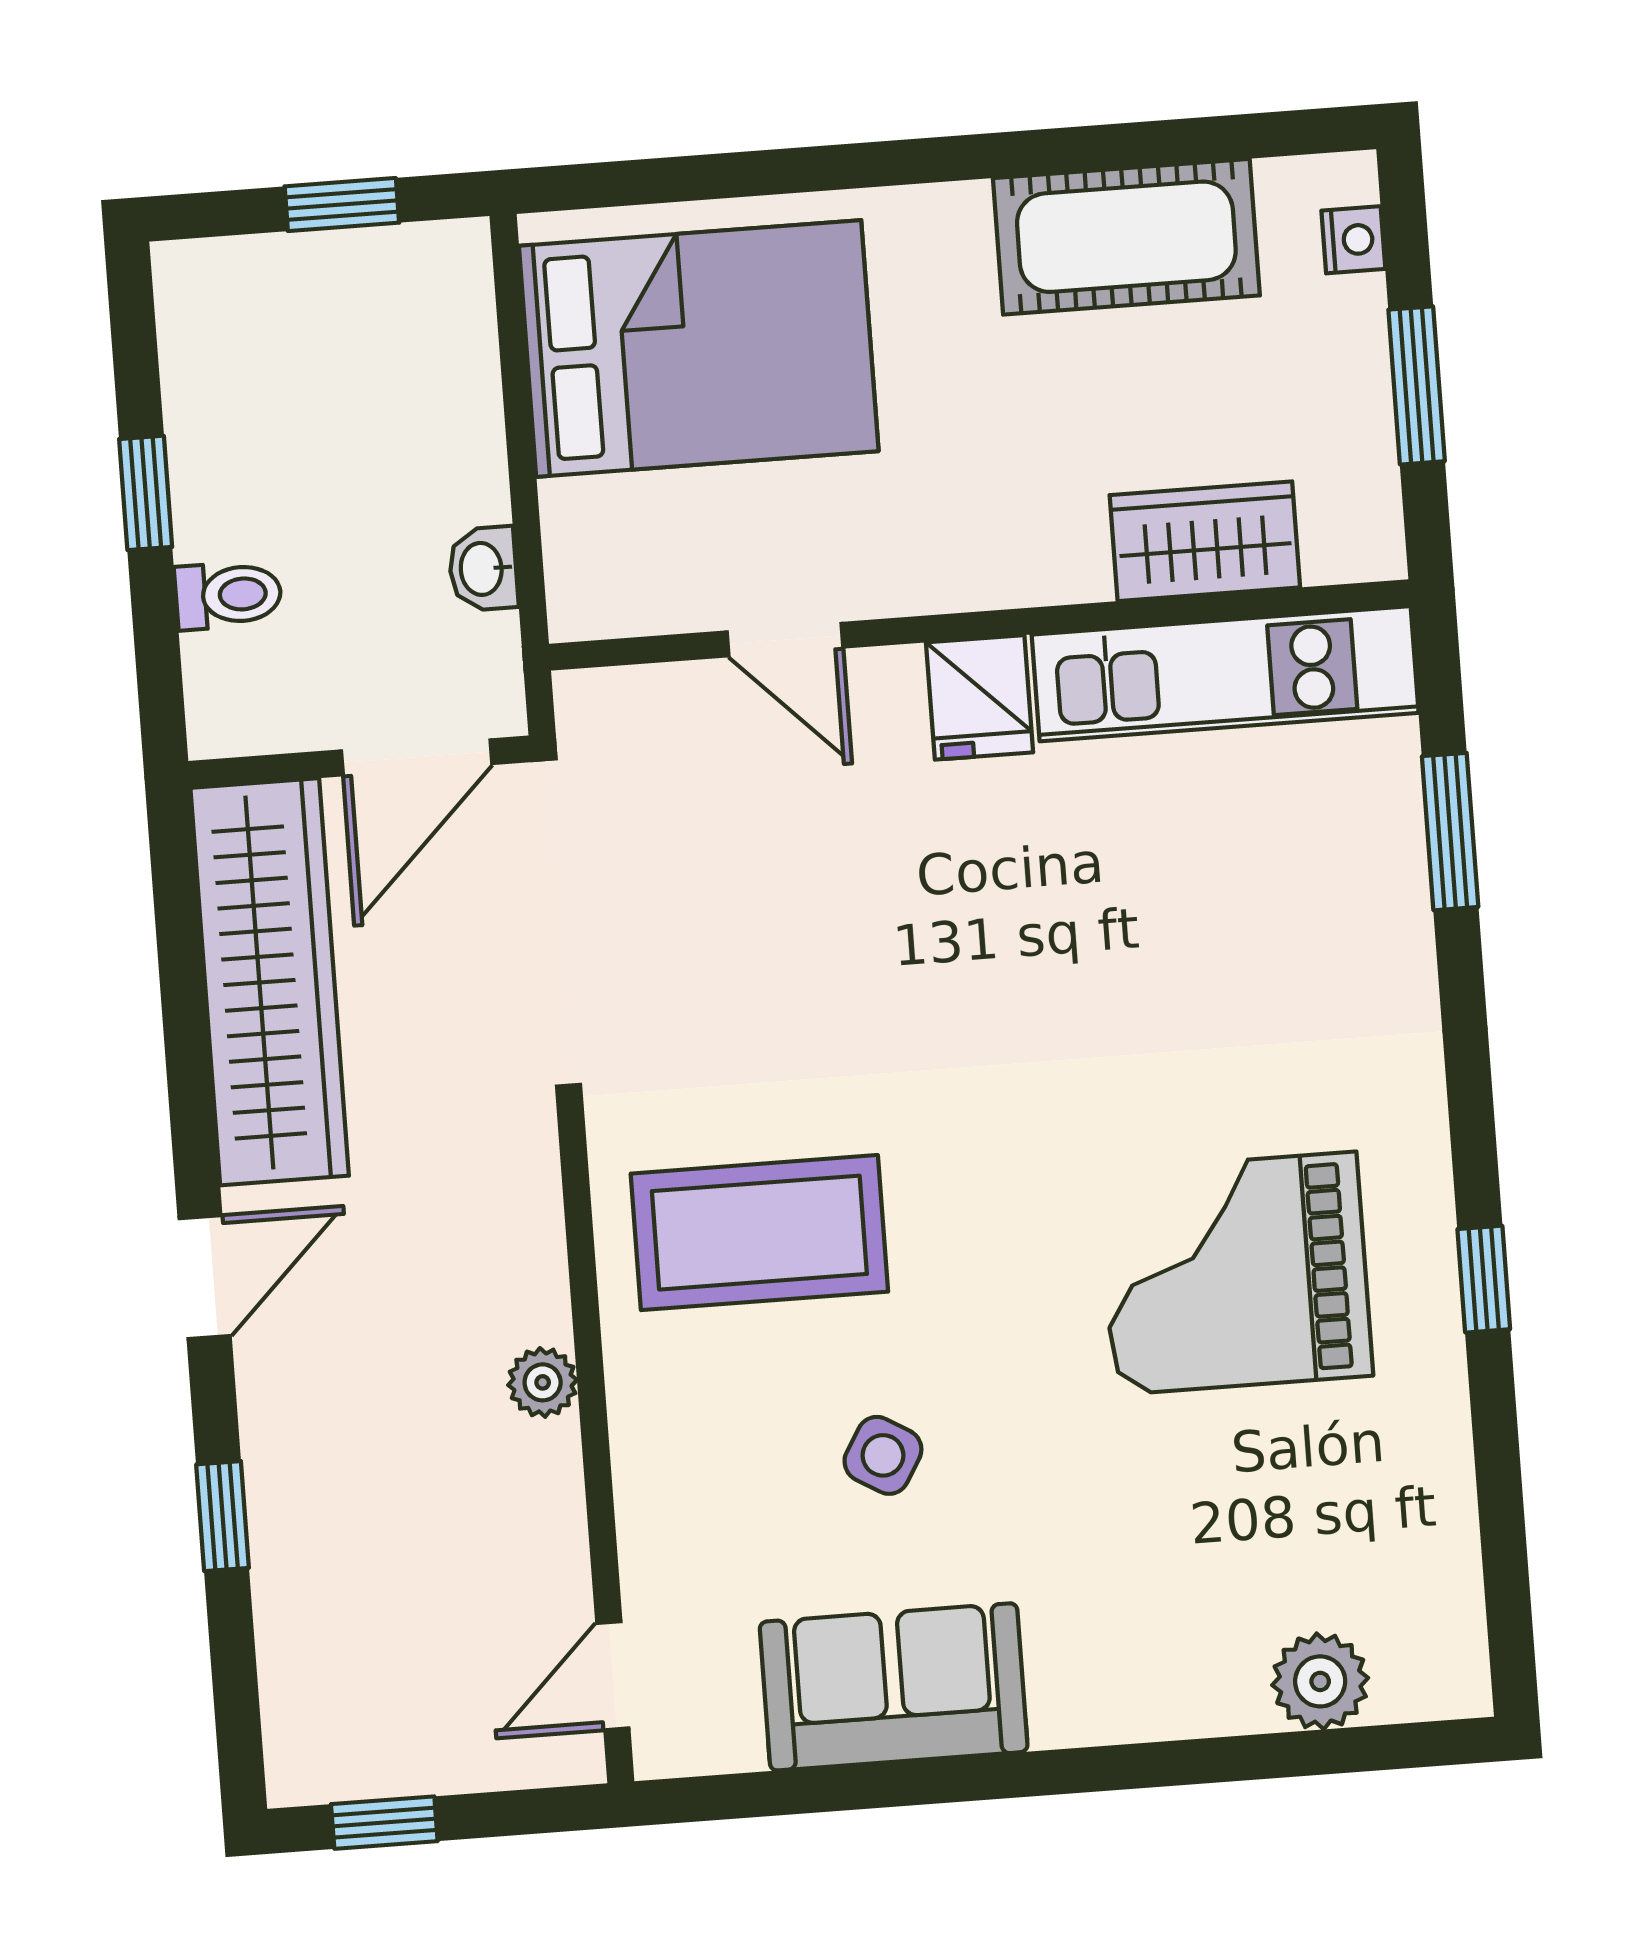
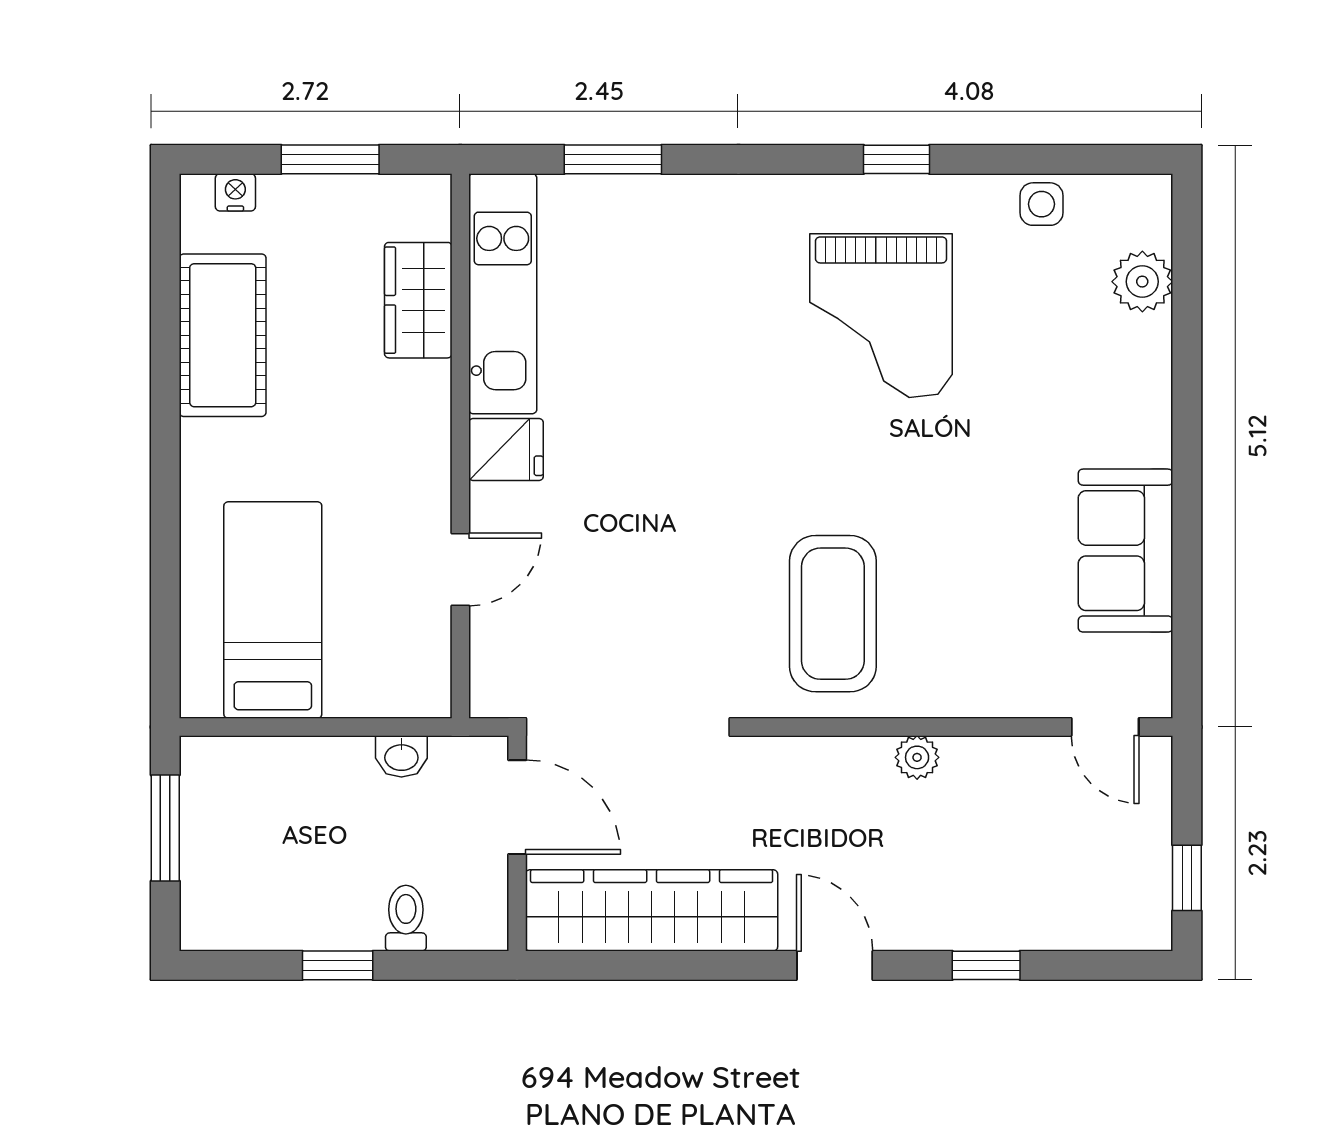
window: (342, 204) -> (165, 828), width x1.50
bed: (699, 348) -> (273, 610), width x0.67
side table: (883, 1455) -> (1041, 204), moved, turned -31

